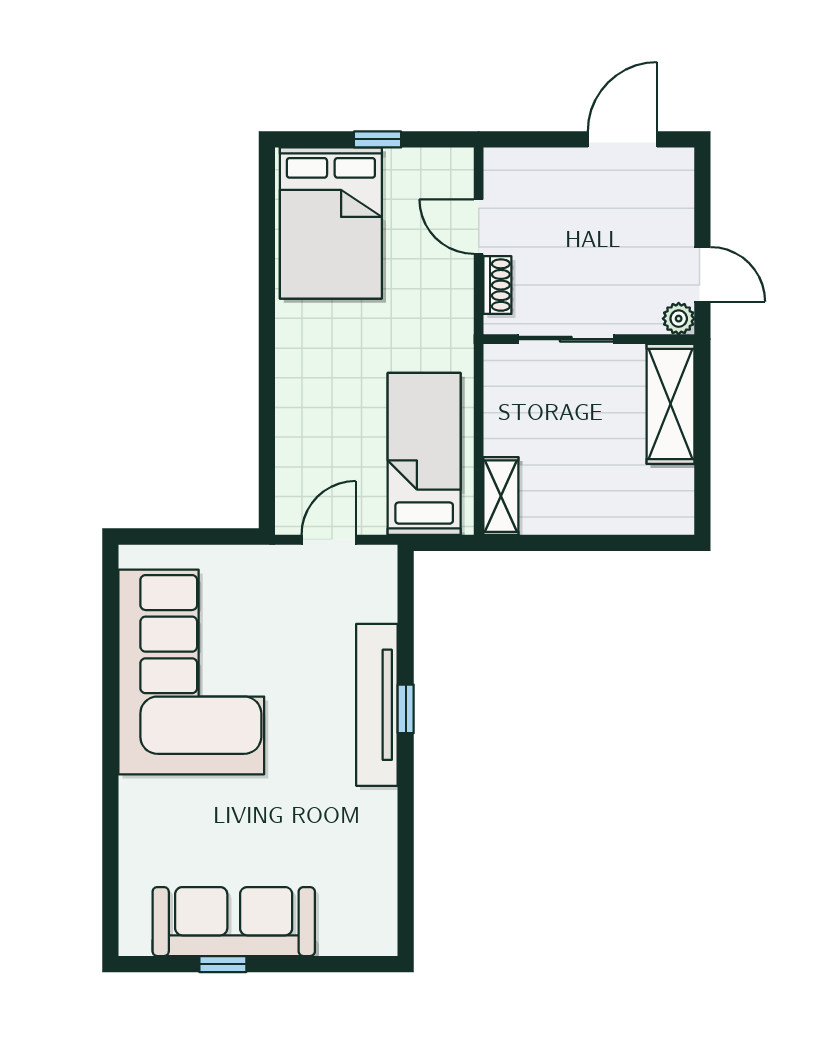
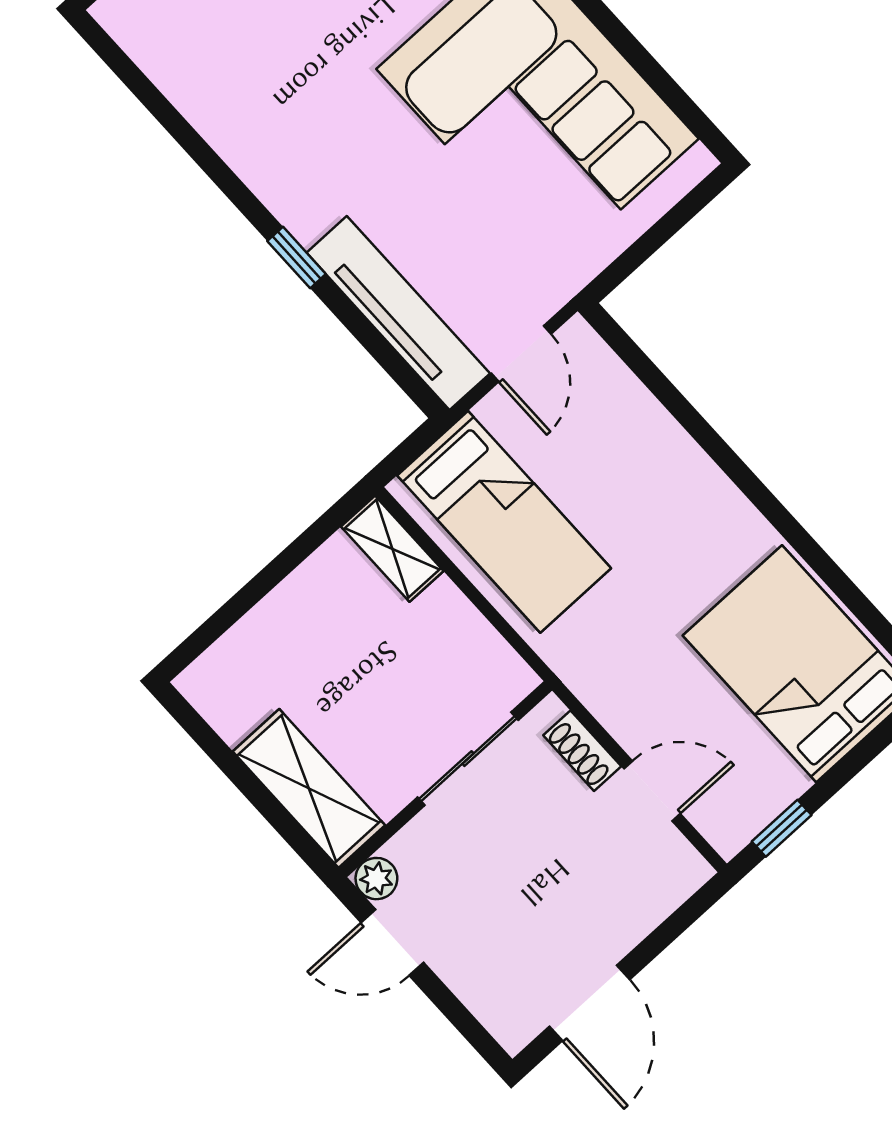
window: (378, 139) -> (782, 828), moved
tv unit: (377, 705) -> (398, 313), moved

